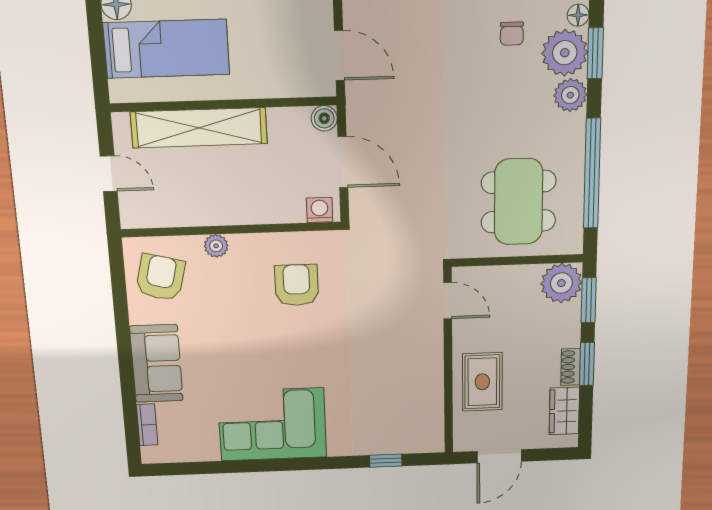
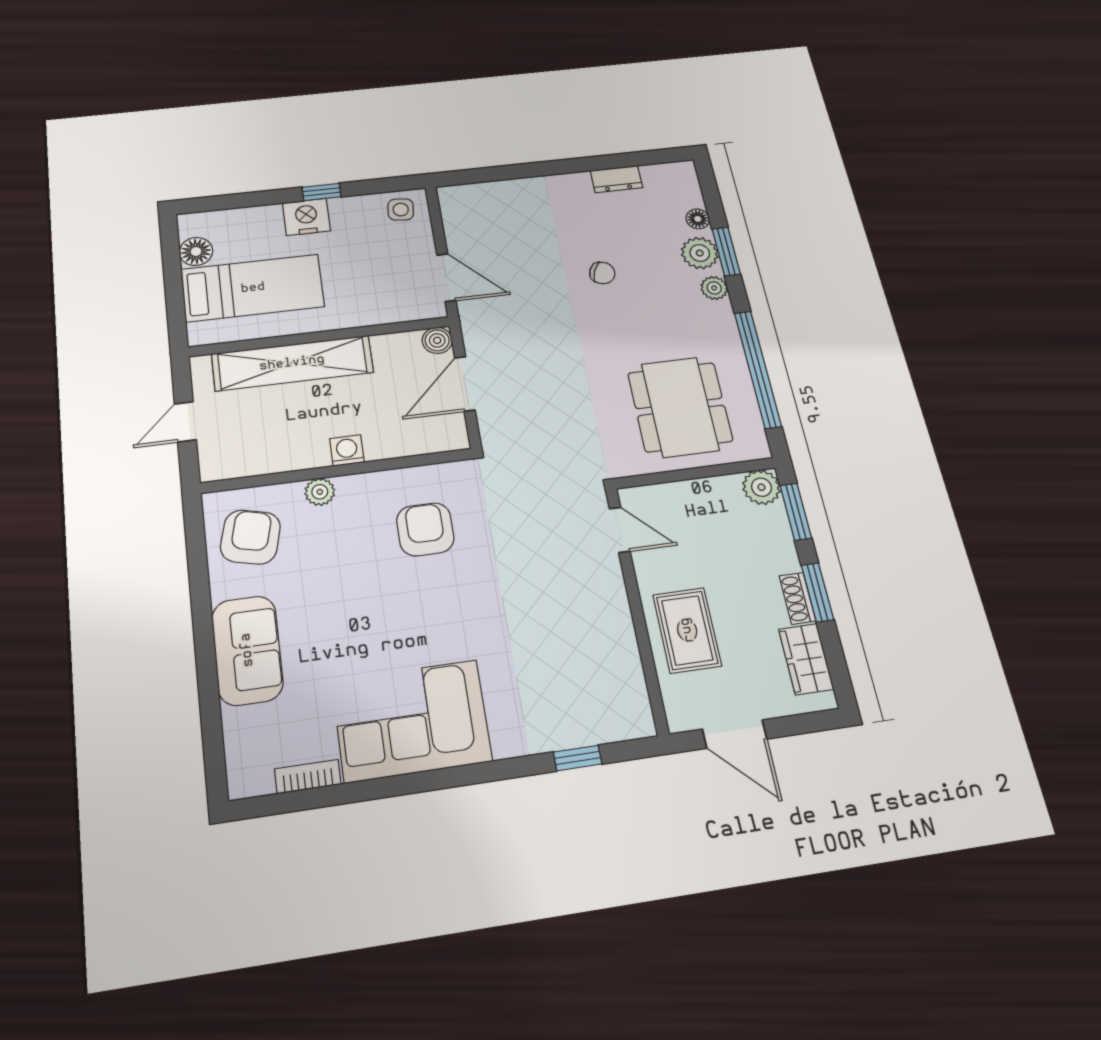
chair: (512, 34) -> (602, 273), moved, turned -68
plant: (565, 53) -> (700, 253), width x0.73, depth x0.73
plant: (570, 95) -> (714, 288), width x0.73, depth x0.73
door: (343, 162) -> (465, 384), swing flipped
door: (109, 174) -> (185, 422), swing flipped
washing machine: (320, 210) -> (347, 450), moved
plant: (561, 283) -> (761, 487), width x0.73, depth x0.73
bookcase: (147, 425) -> (308, 777), moved, turned -90
door: (499, 456) -> (735, 734), hinge flipped

